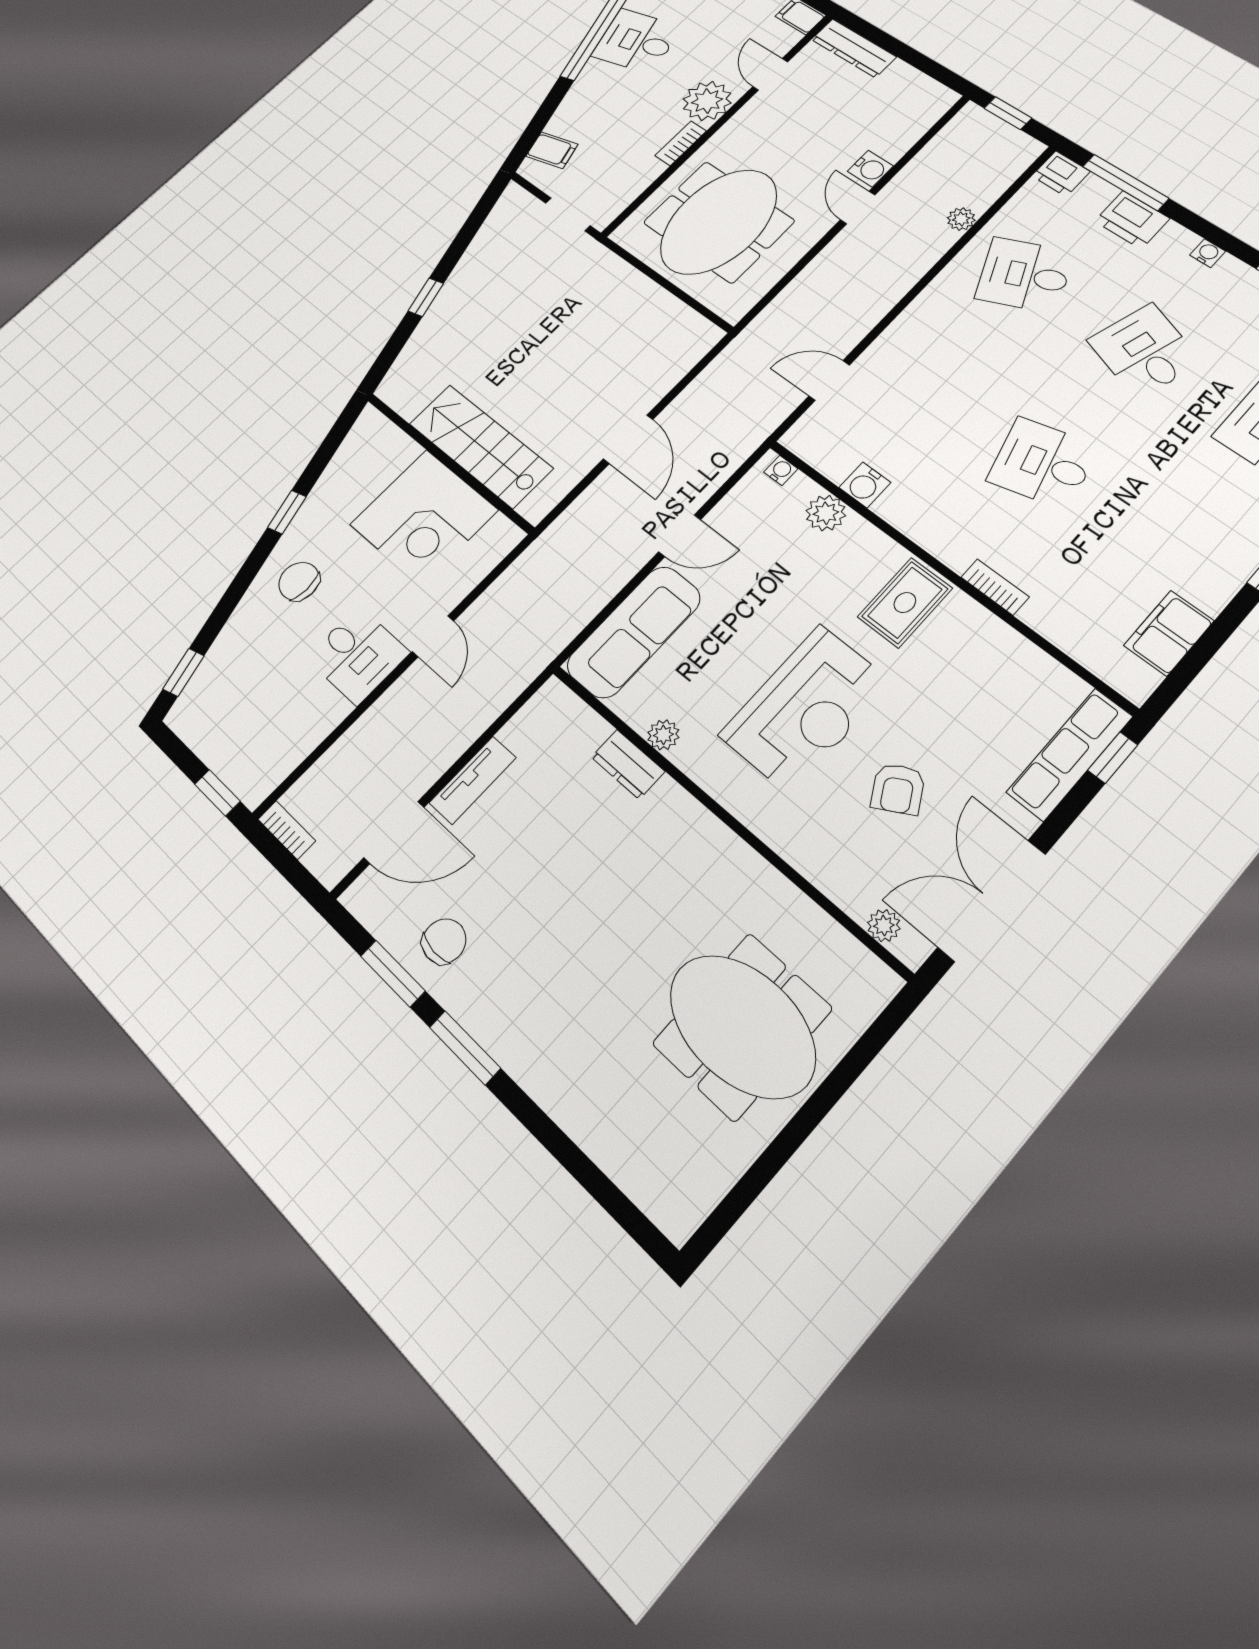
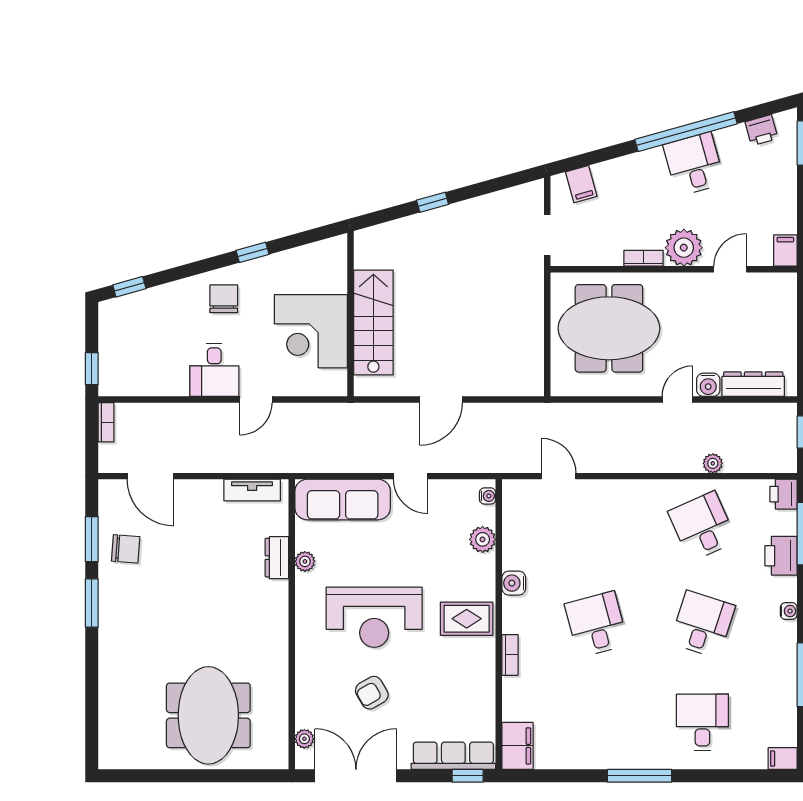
dresser: (854, 48) -> (753, 384), moved, turned 90
water cooler: (865, 485) -> (514, 583), moved
filing cabinet: (1169, 633) -> (517, 746), moved, turned 90
tv unit: (473, 780) -> (252, 490), moved

